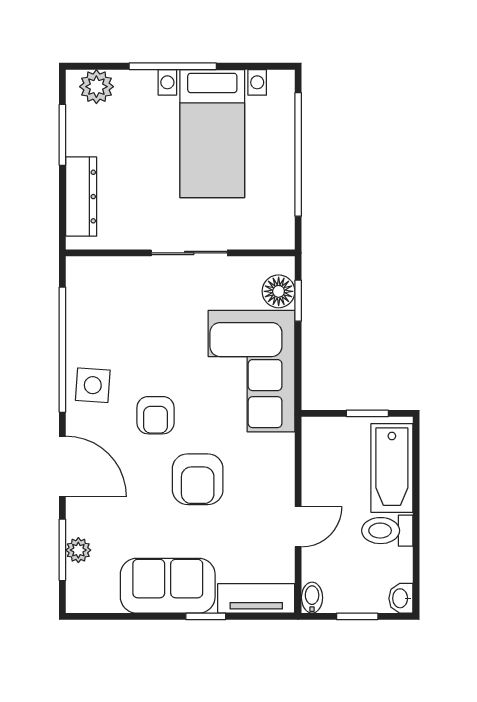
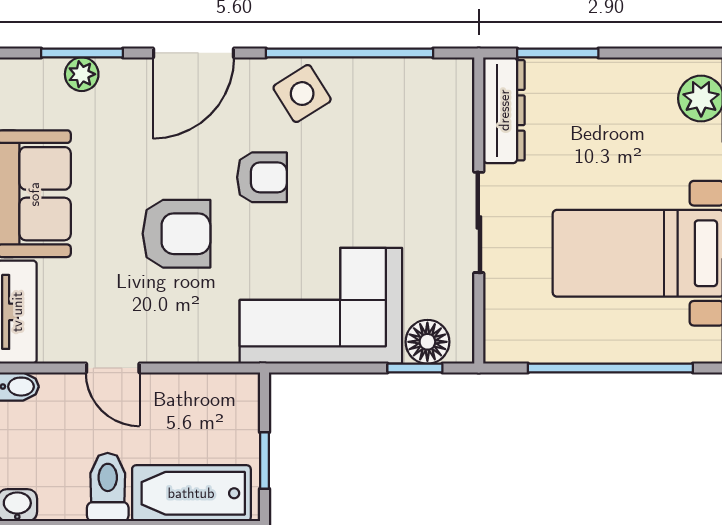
window: (62, 135) -> (558, 53), moved
dresser: (81, 197) -> (504, 110), moved, turned -90
side table: (93, 385) -> (302, 94), turned -36
armchair: (155, 415) -> (262, 177), turned 180
armchair: (198, 479) -> (176, 234), turned 180

